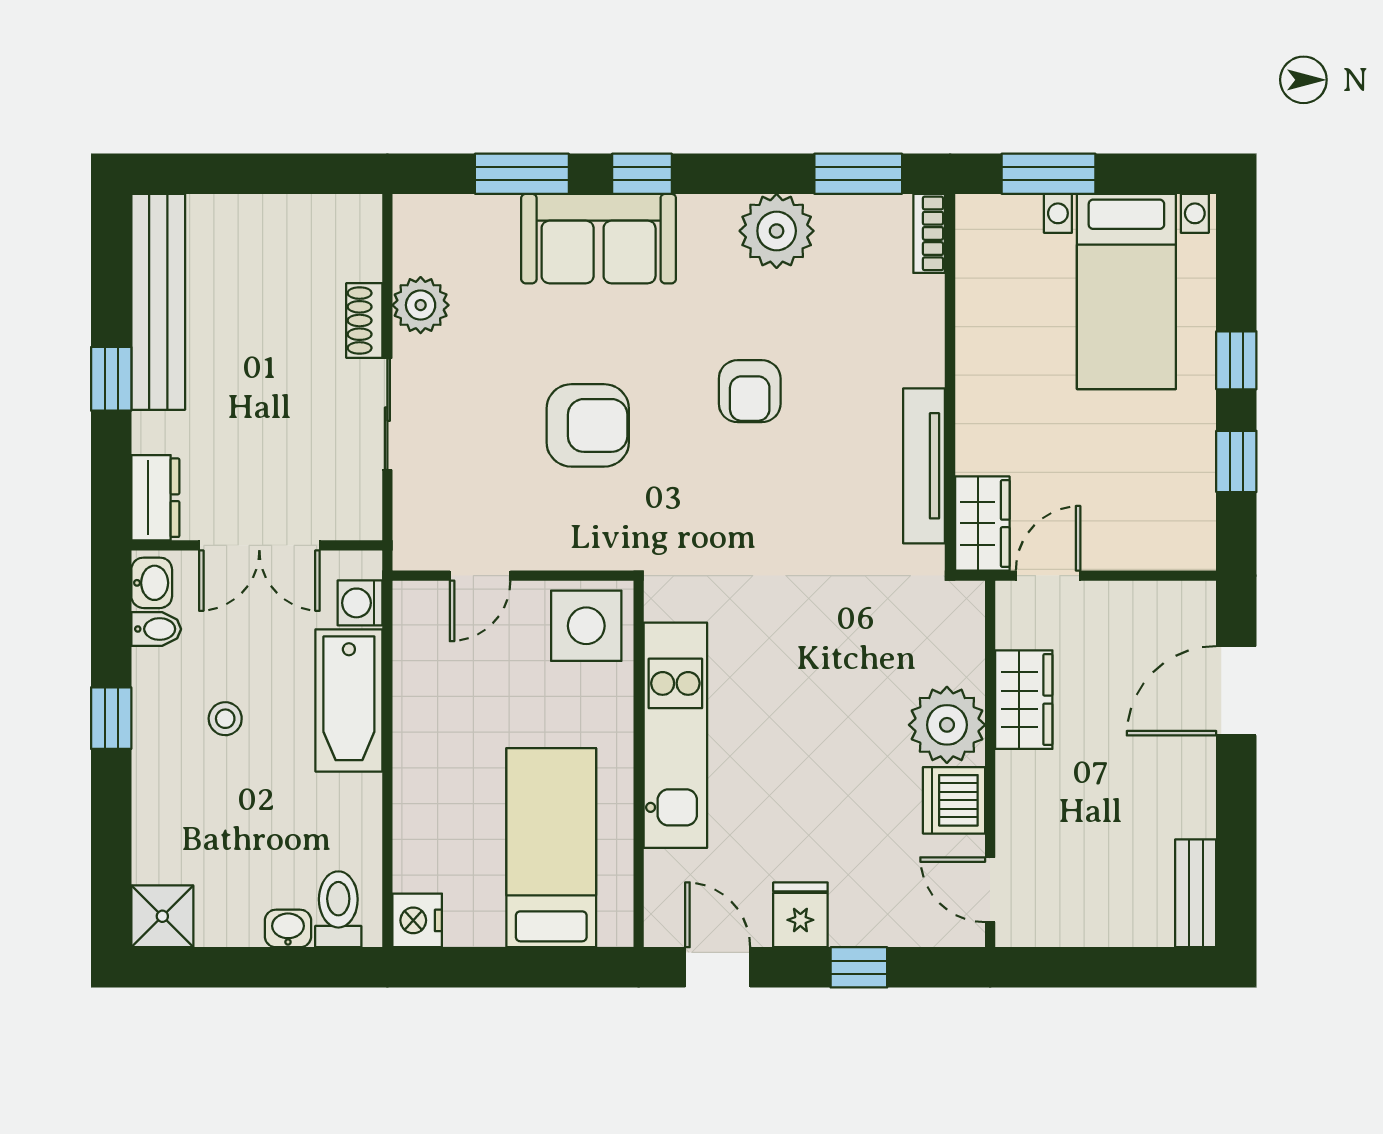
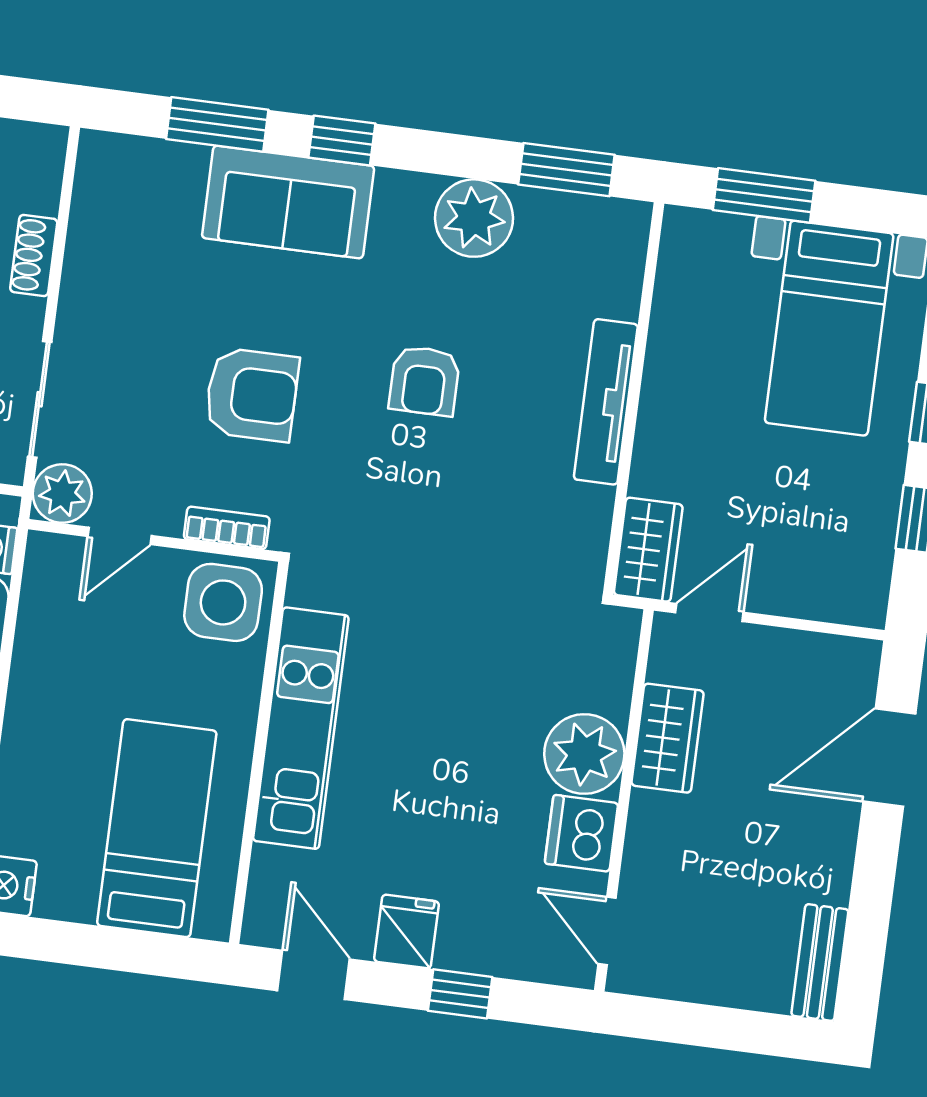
bookcase: (929, 233) -> (227, 528), moved, turned 90
plant: (421, 305) -> (62, 494), moved
sliding door: (387, 414) -> (40, 399), moved
tv unit: (924, 466) -> (606, 402), moved

